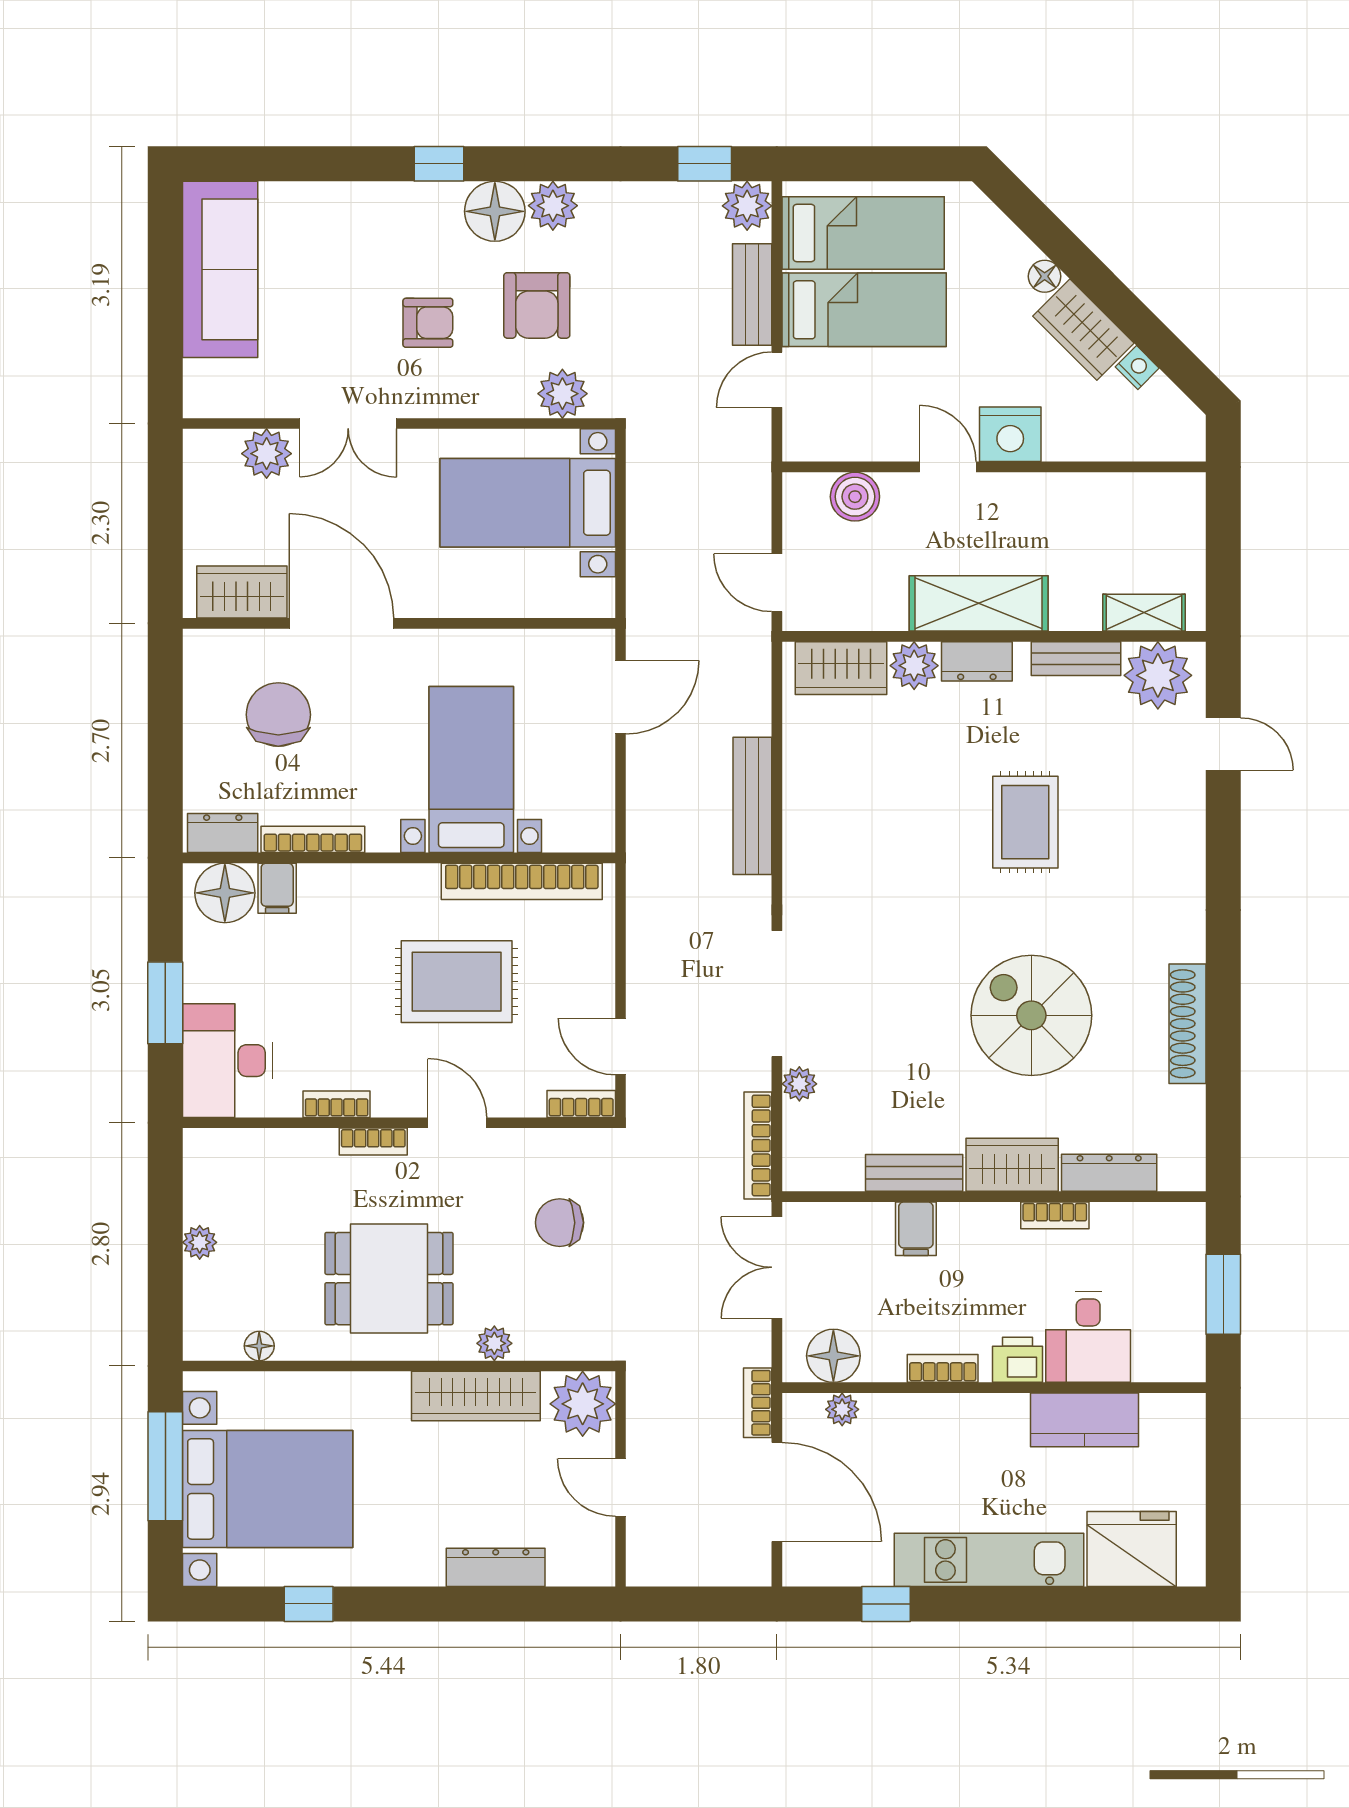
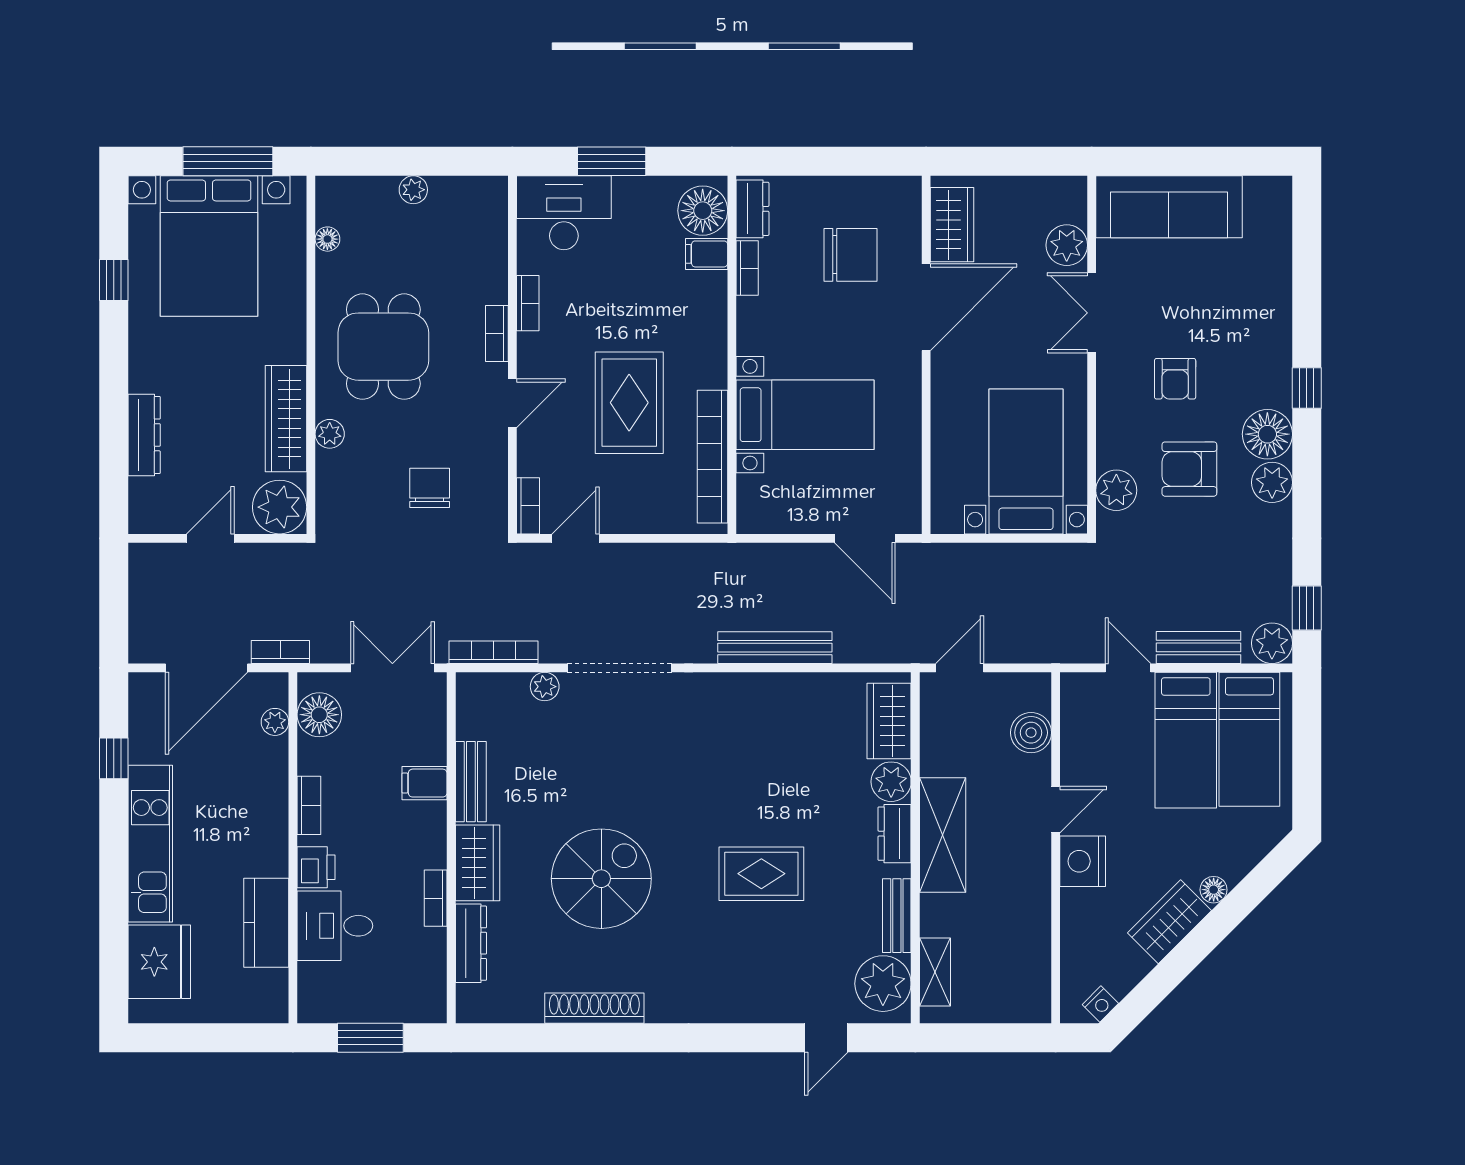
sofa: (220, 269) -> (1169, 207), moved
nightstand: (1137, 368) -> (1100, 1004), moved
bookcase: (313, 839) -> (747, 268), width x0.64

